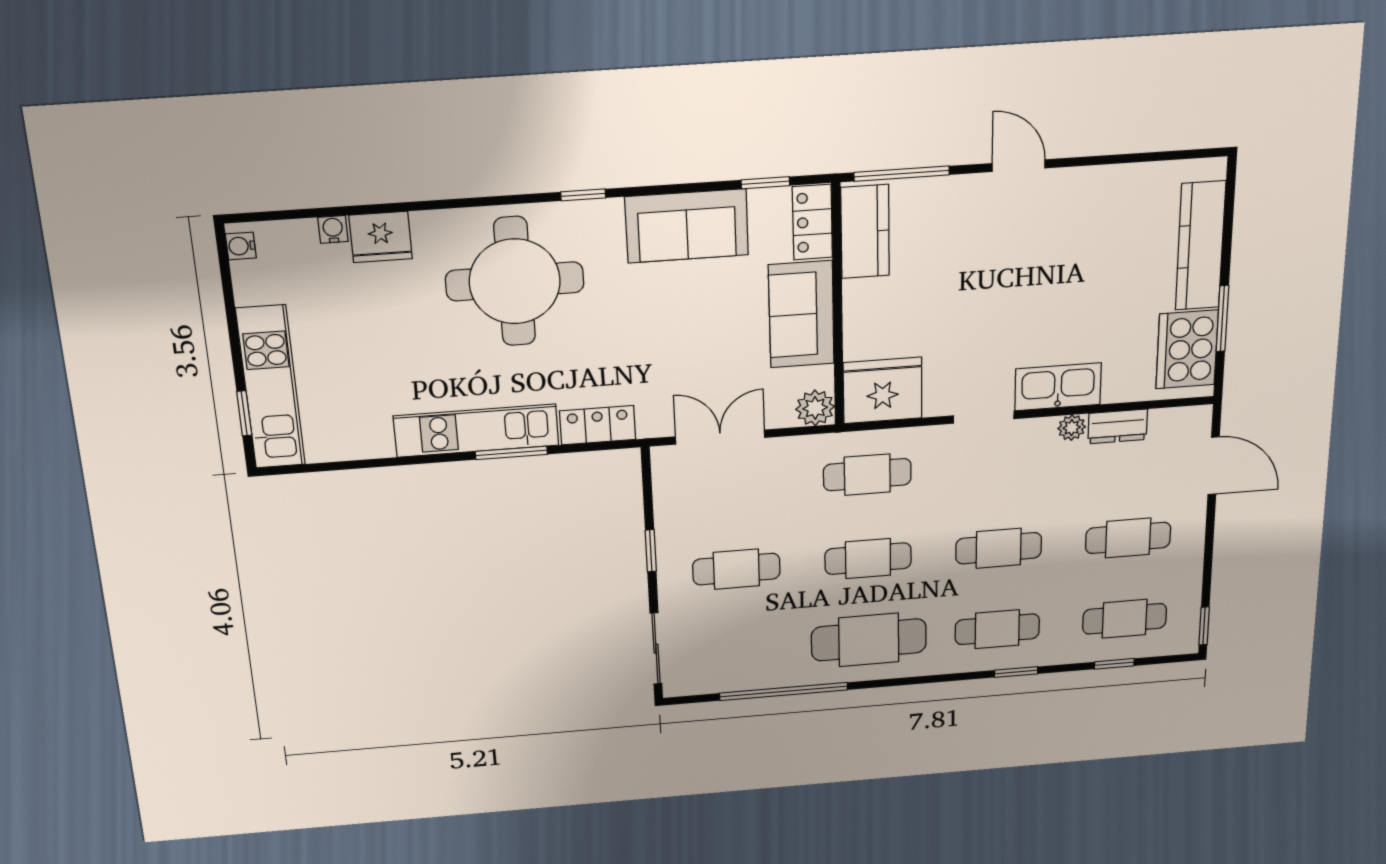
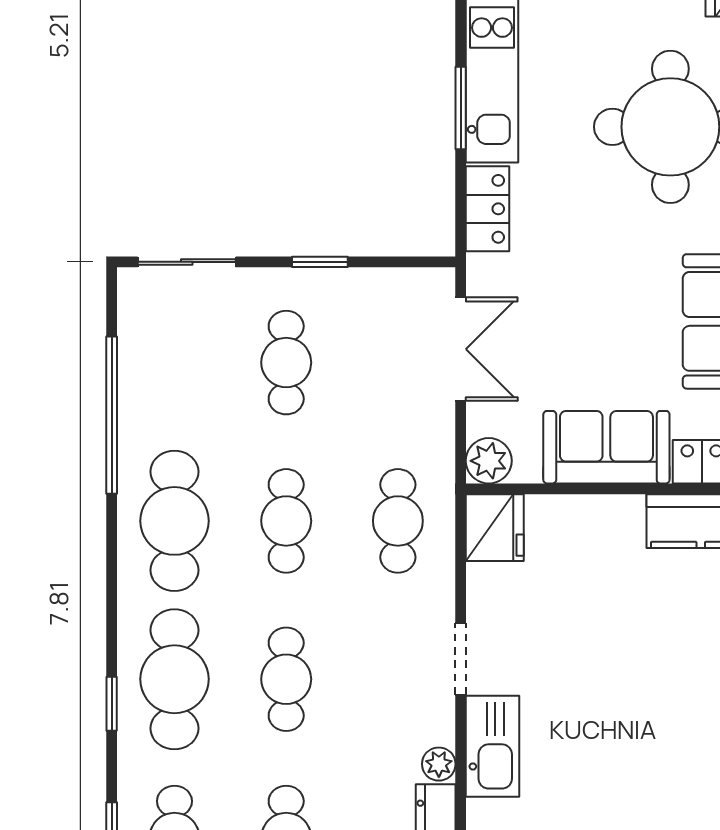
fridge: (883, 390) -> (495, 528), width x0.73, depth x0.75
cafe table: (997, 629) -> (174, 679), width x1.37, depth x1.35

